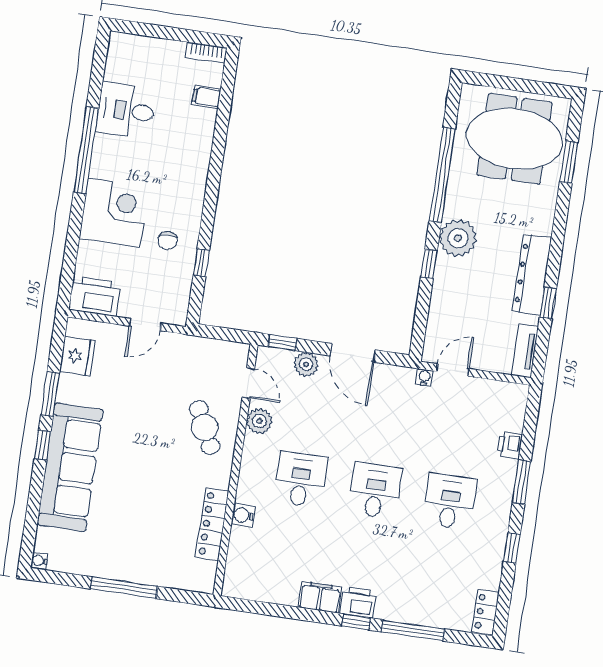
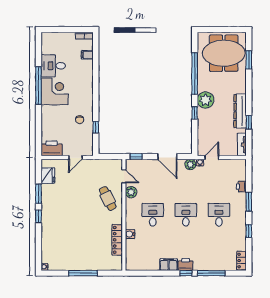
corner desk: (114, 213) -> (55, 91), moved
plant: (306, 364) -> (190, 164), moved
sofa: (70, 467) -> (52, 224), removed

